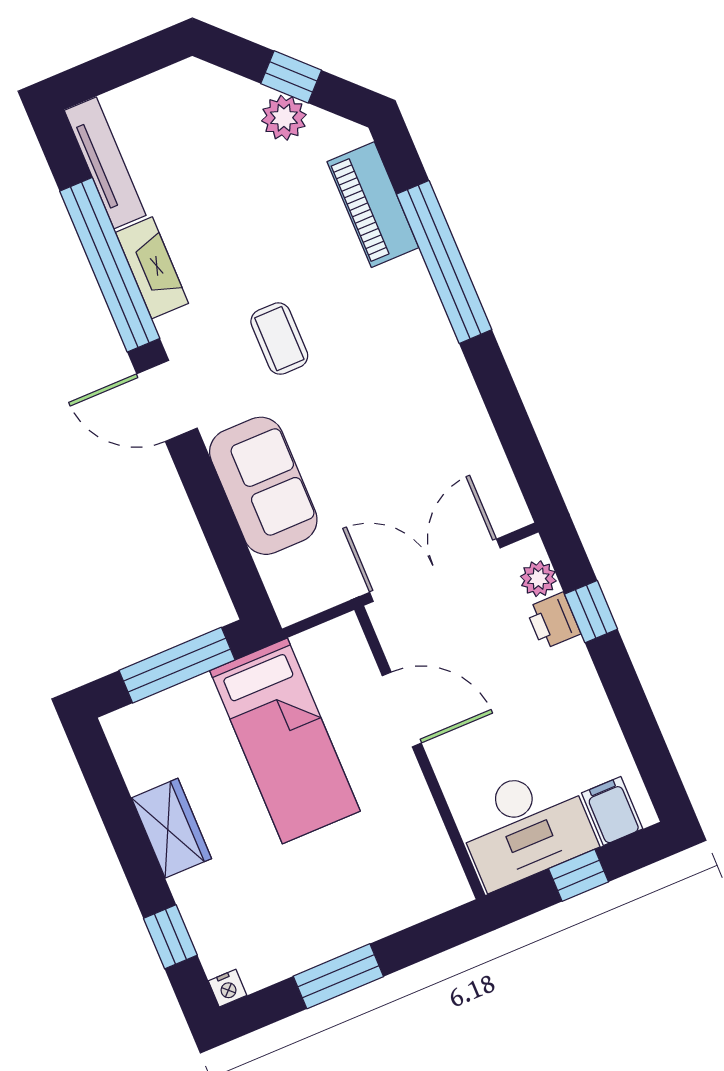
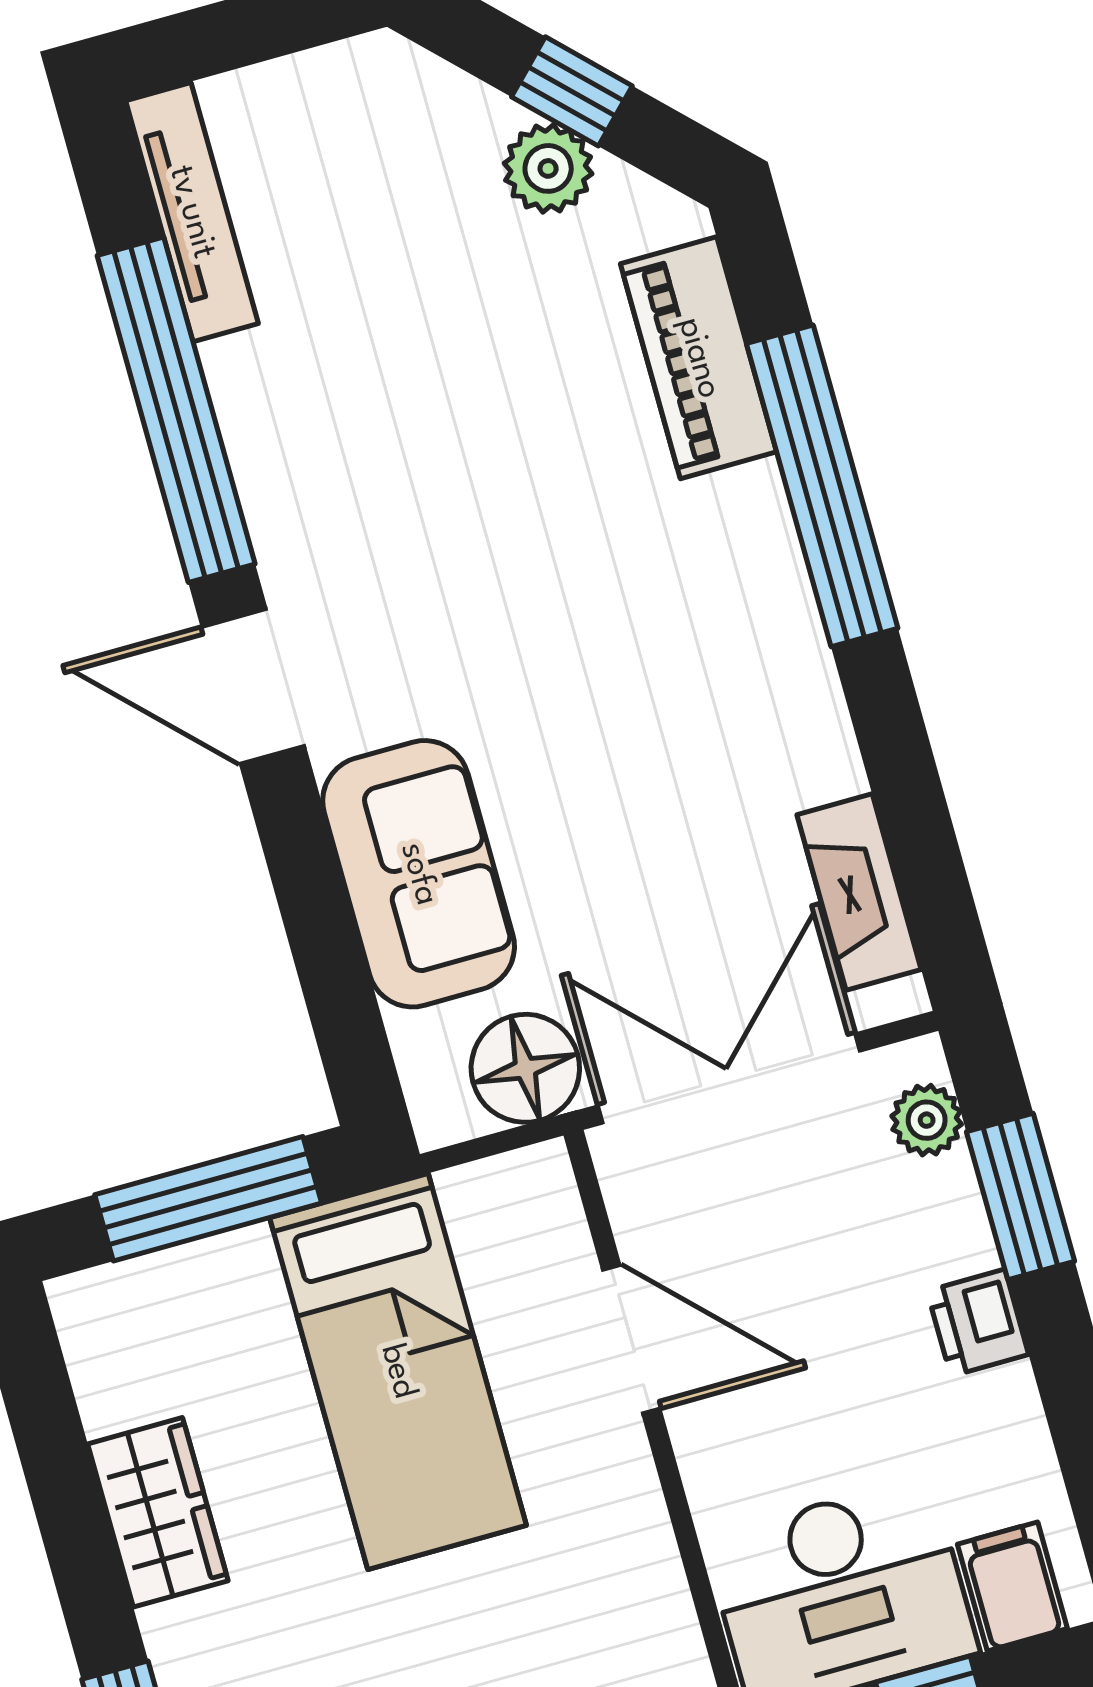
fireplace: (152, 268) -> (859, 892), moved, turned 180
coffee table: (279, 339) -> (485, 594), removed
floor lamp: (330, 578) -> (525, 1068), added
window: (591, 612) -> (1021, 1197), width x1.50
printer: (553, 621) -> (978, 1323), moved

